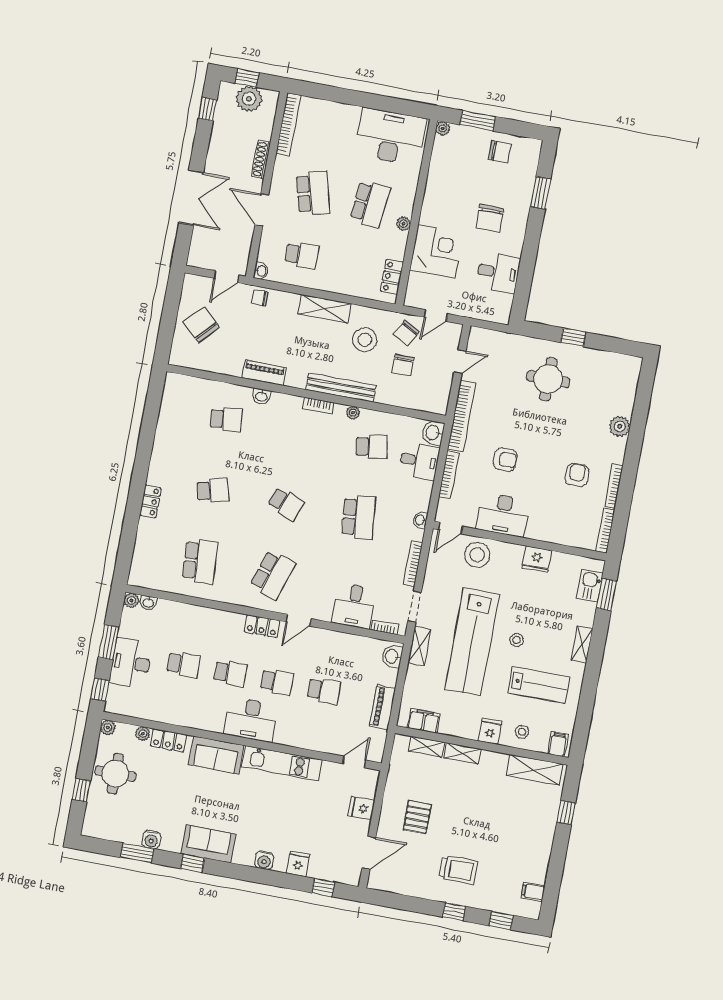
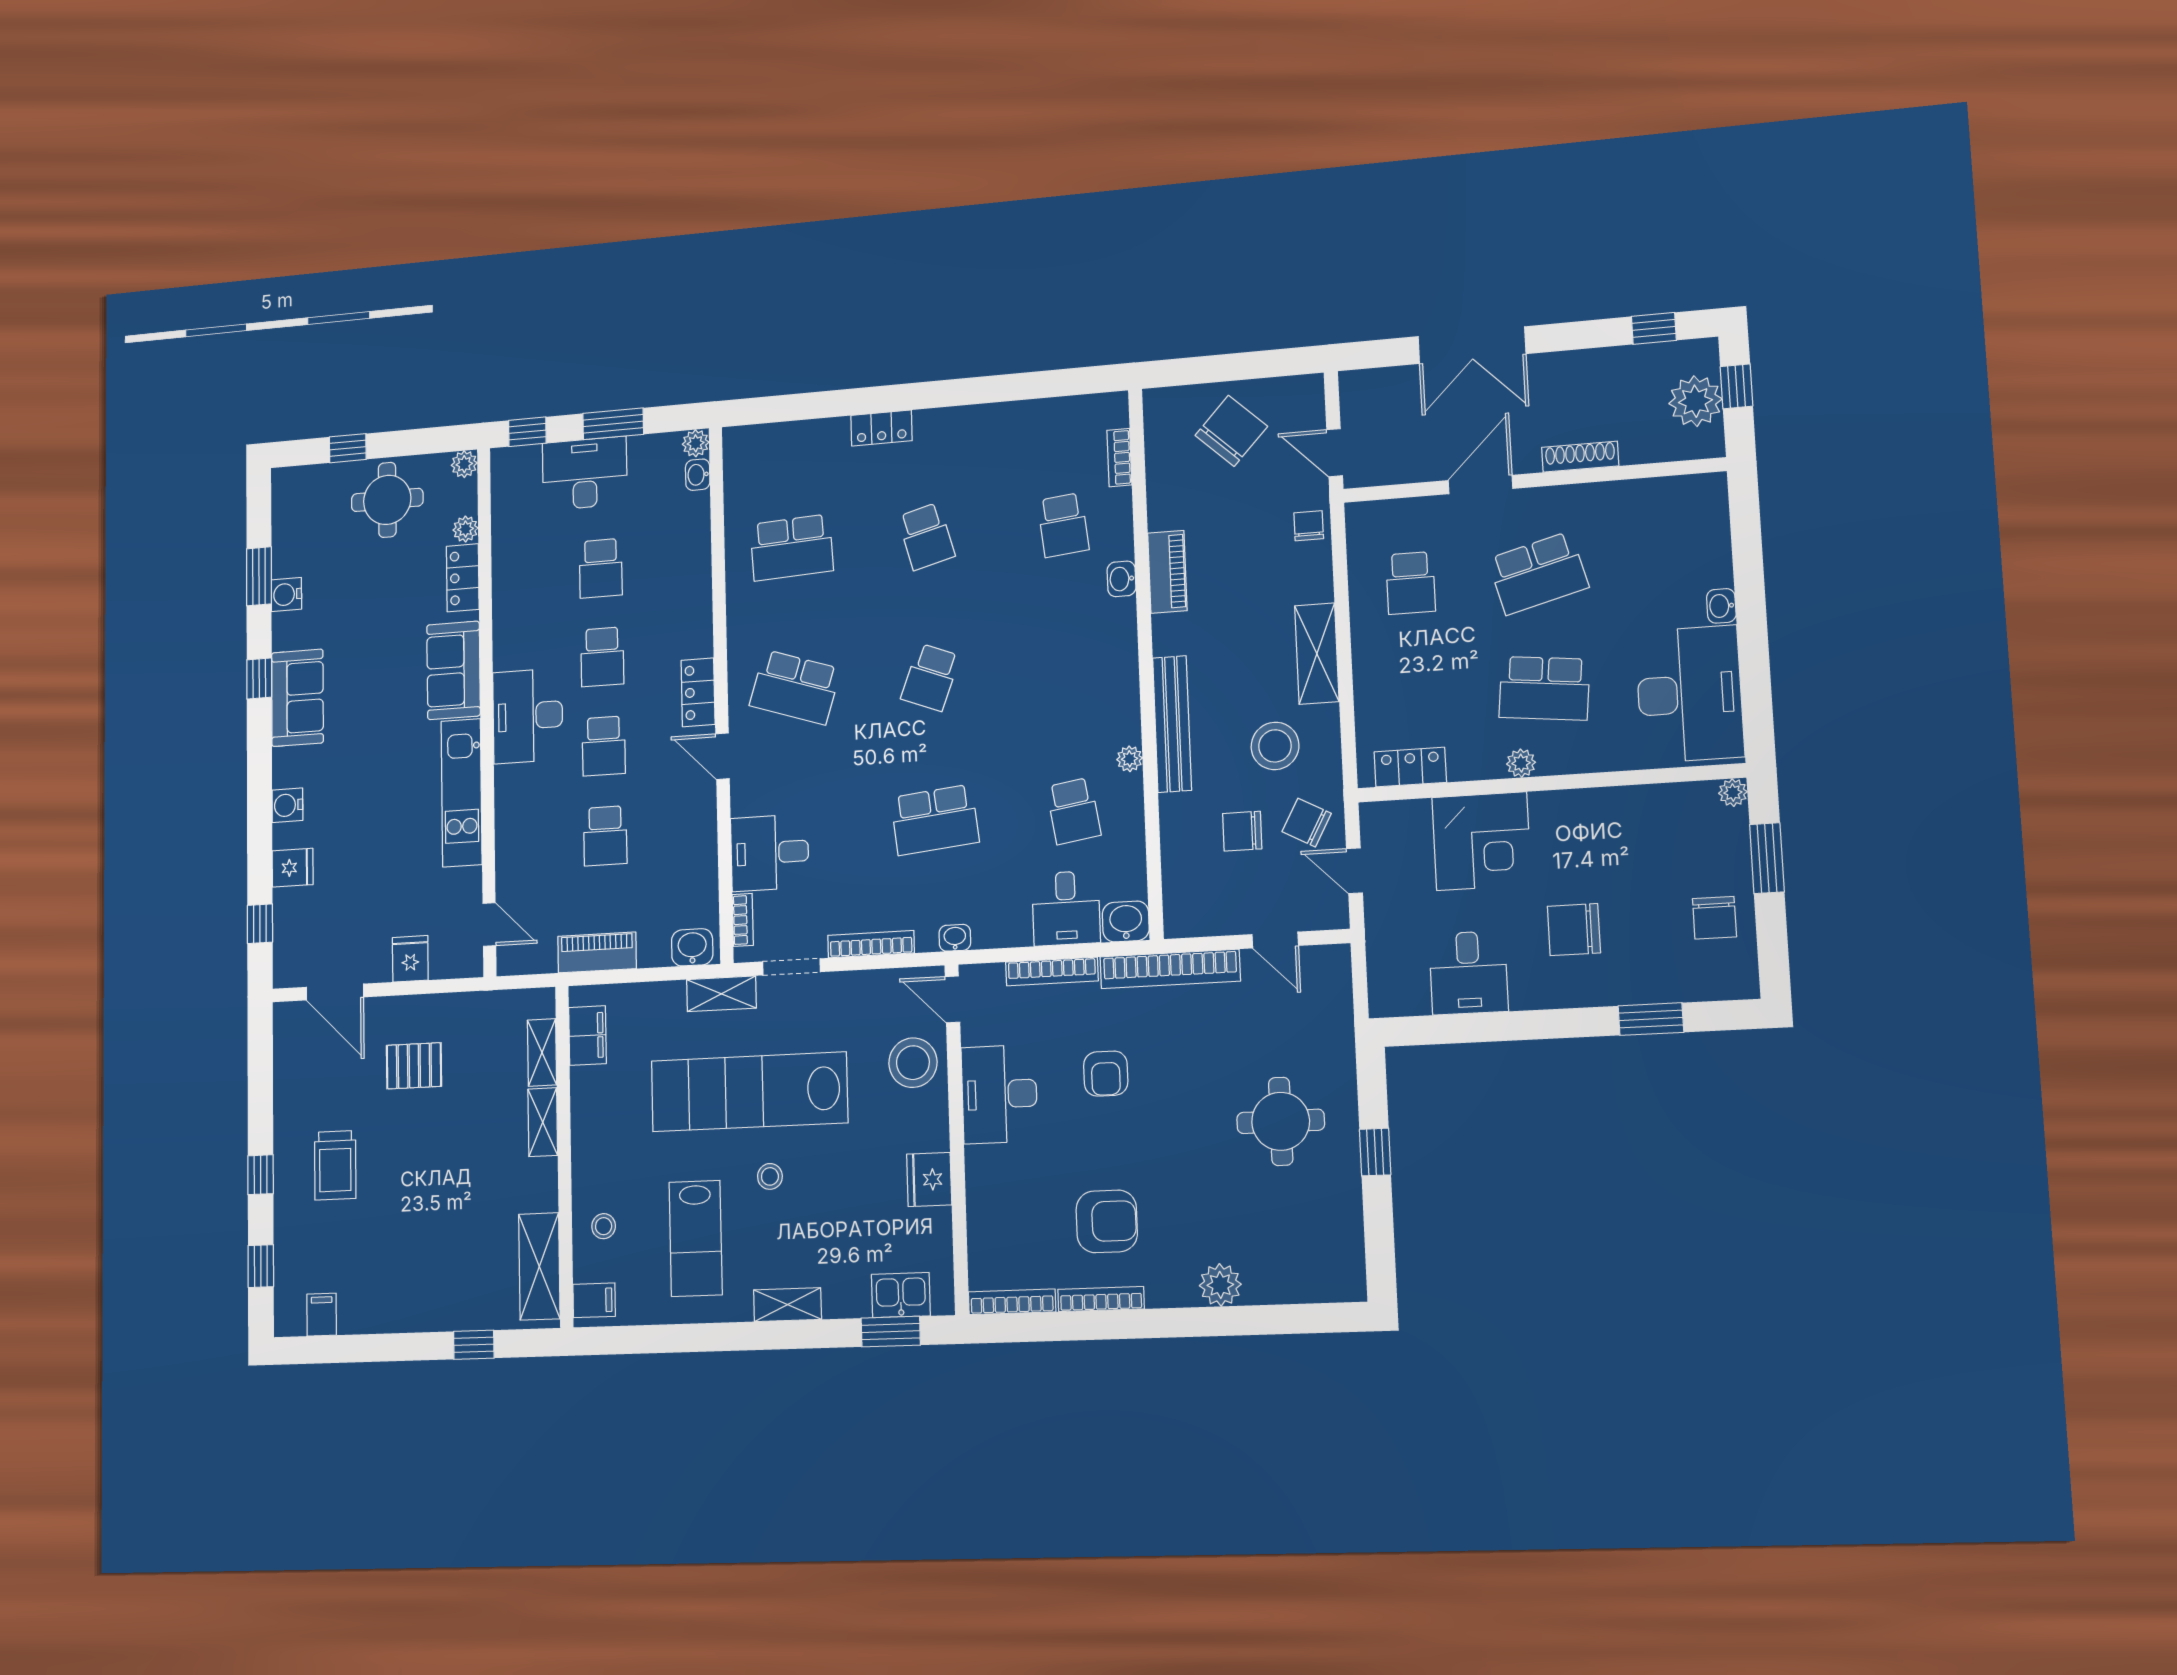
bookcase: (288, 125) -> (1663, 490), removed
washbasin: (261, 271) -> (1721, 606), moved, turned 90
bookcase: (318, 406) -> (1119, 458), moved
armchair: (577, 475) -> (1107, 1221), width x1.38, depth x1.38
fridge: (490, 731) -> (593, 1165), removed

